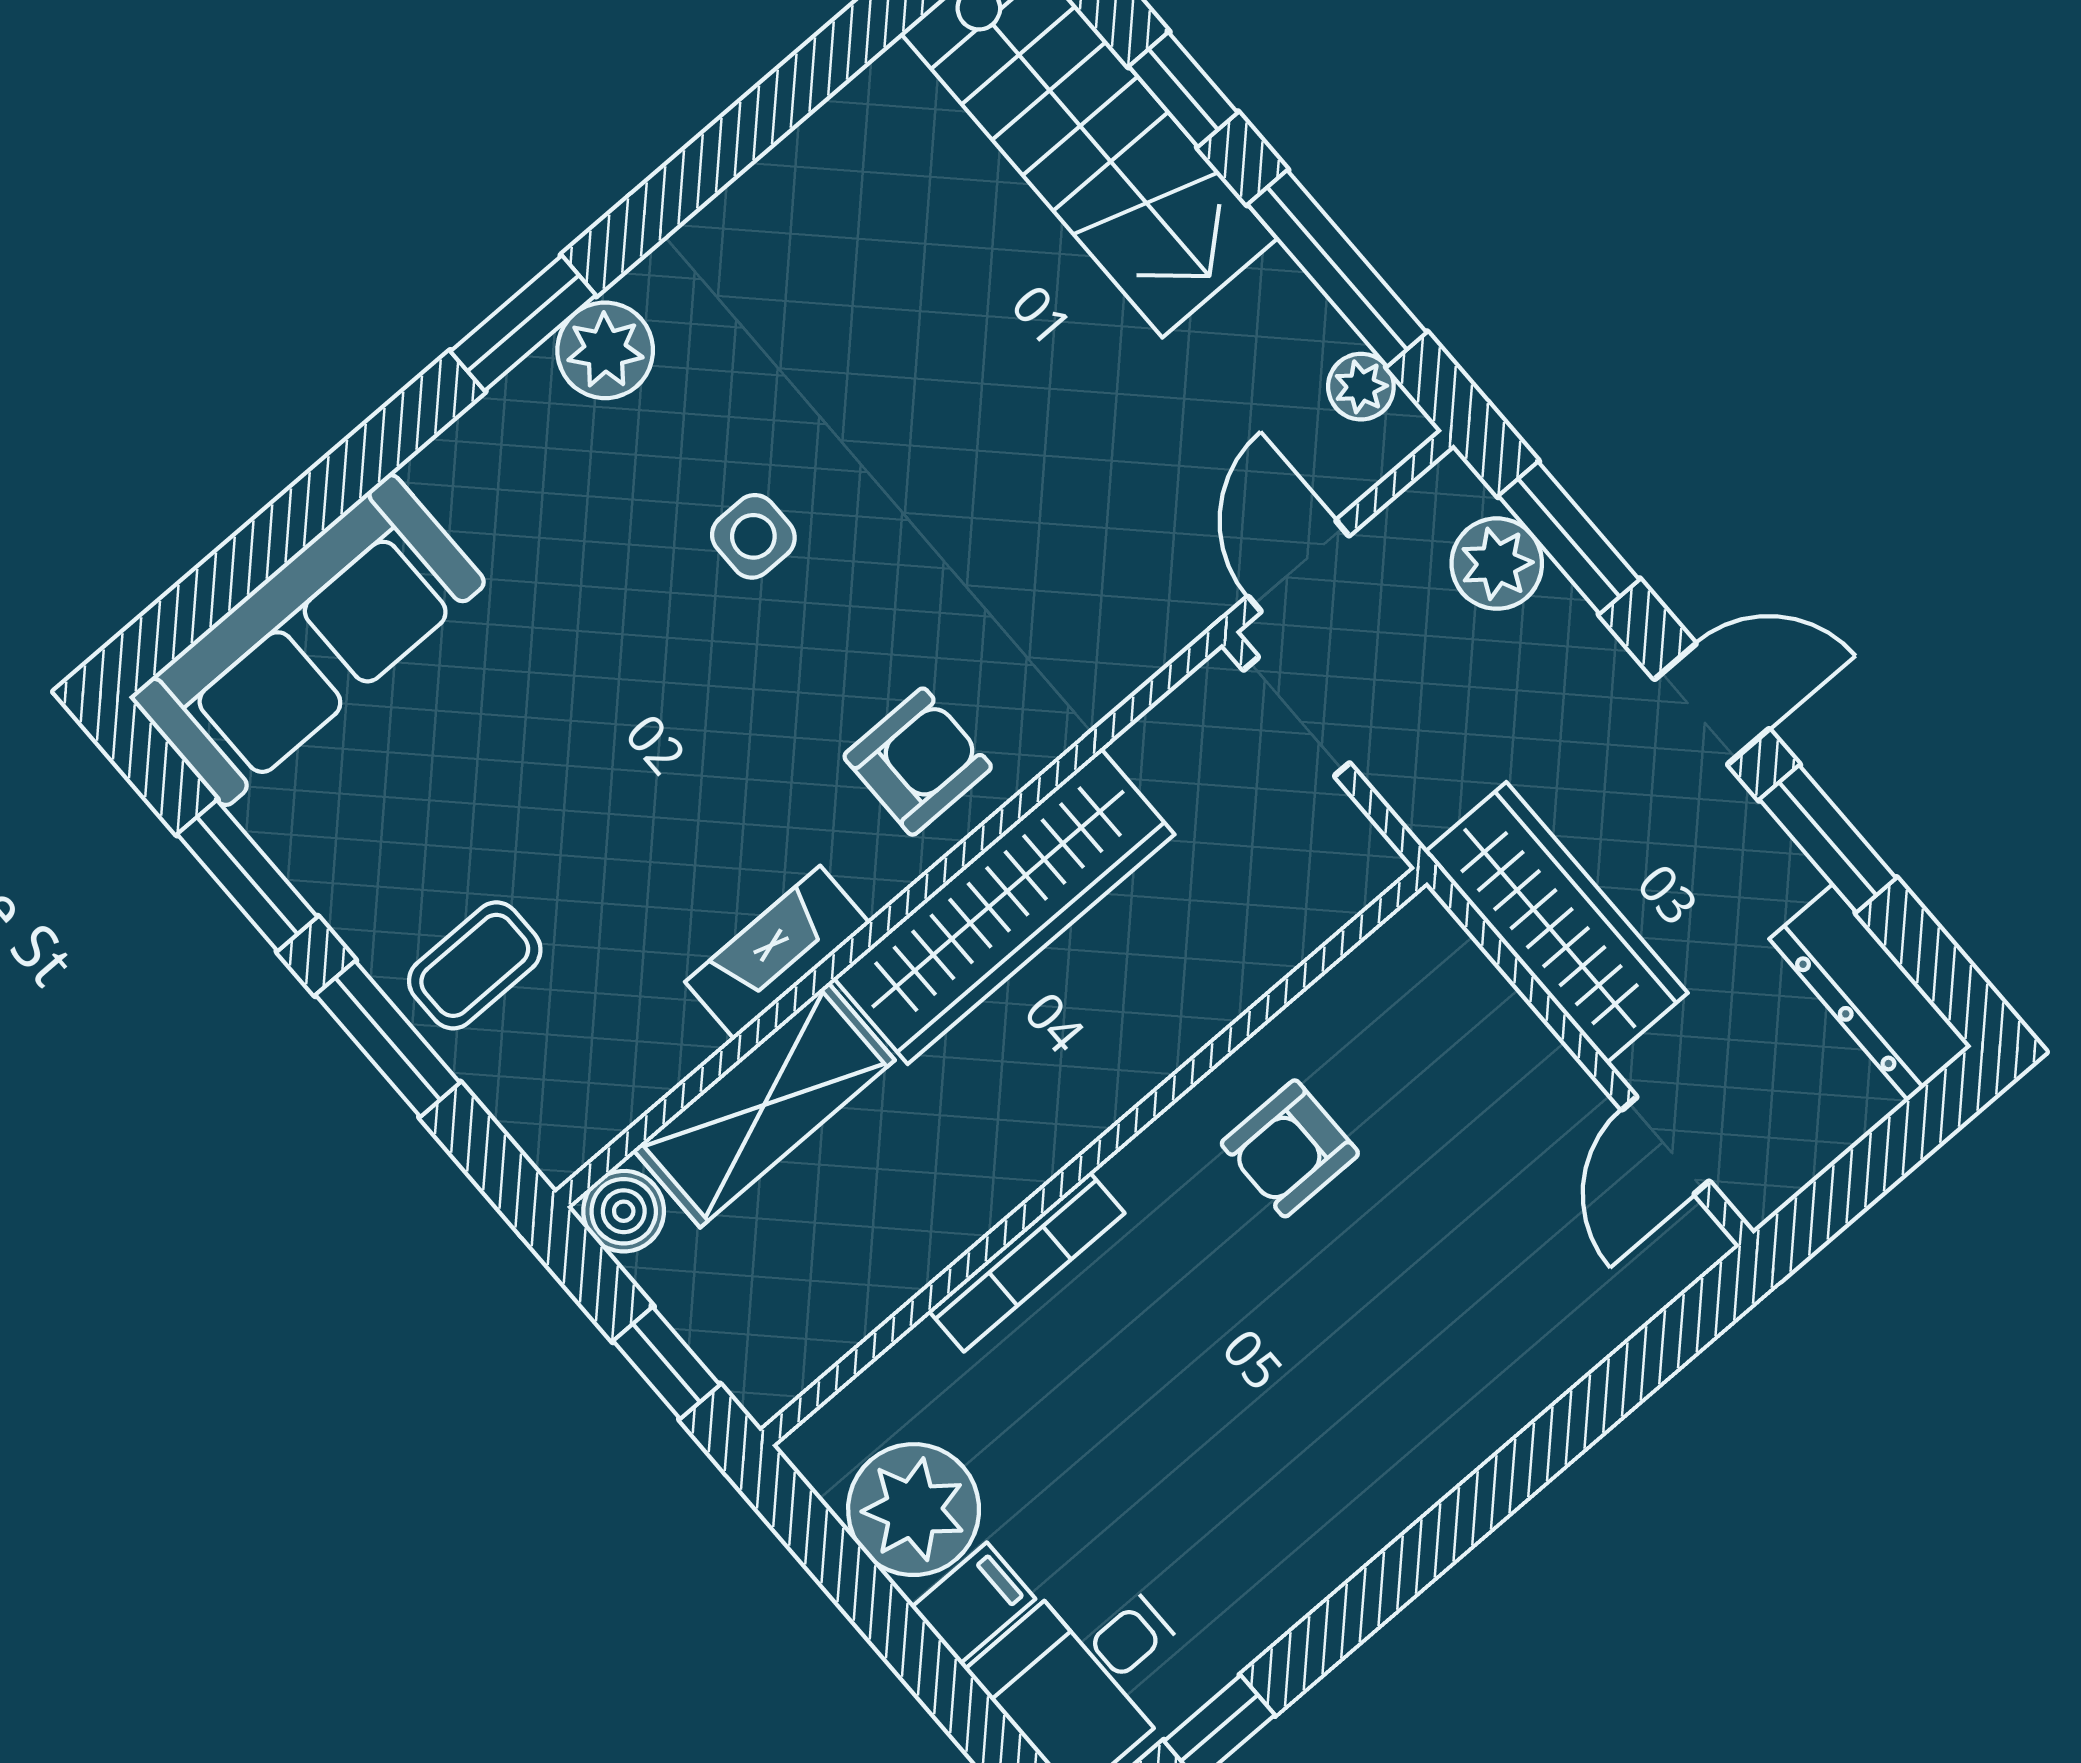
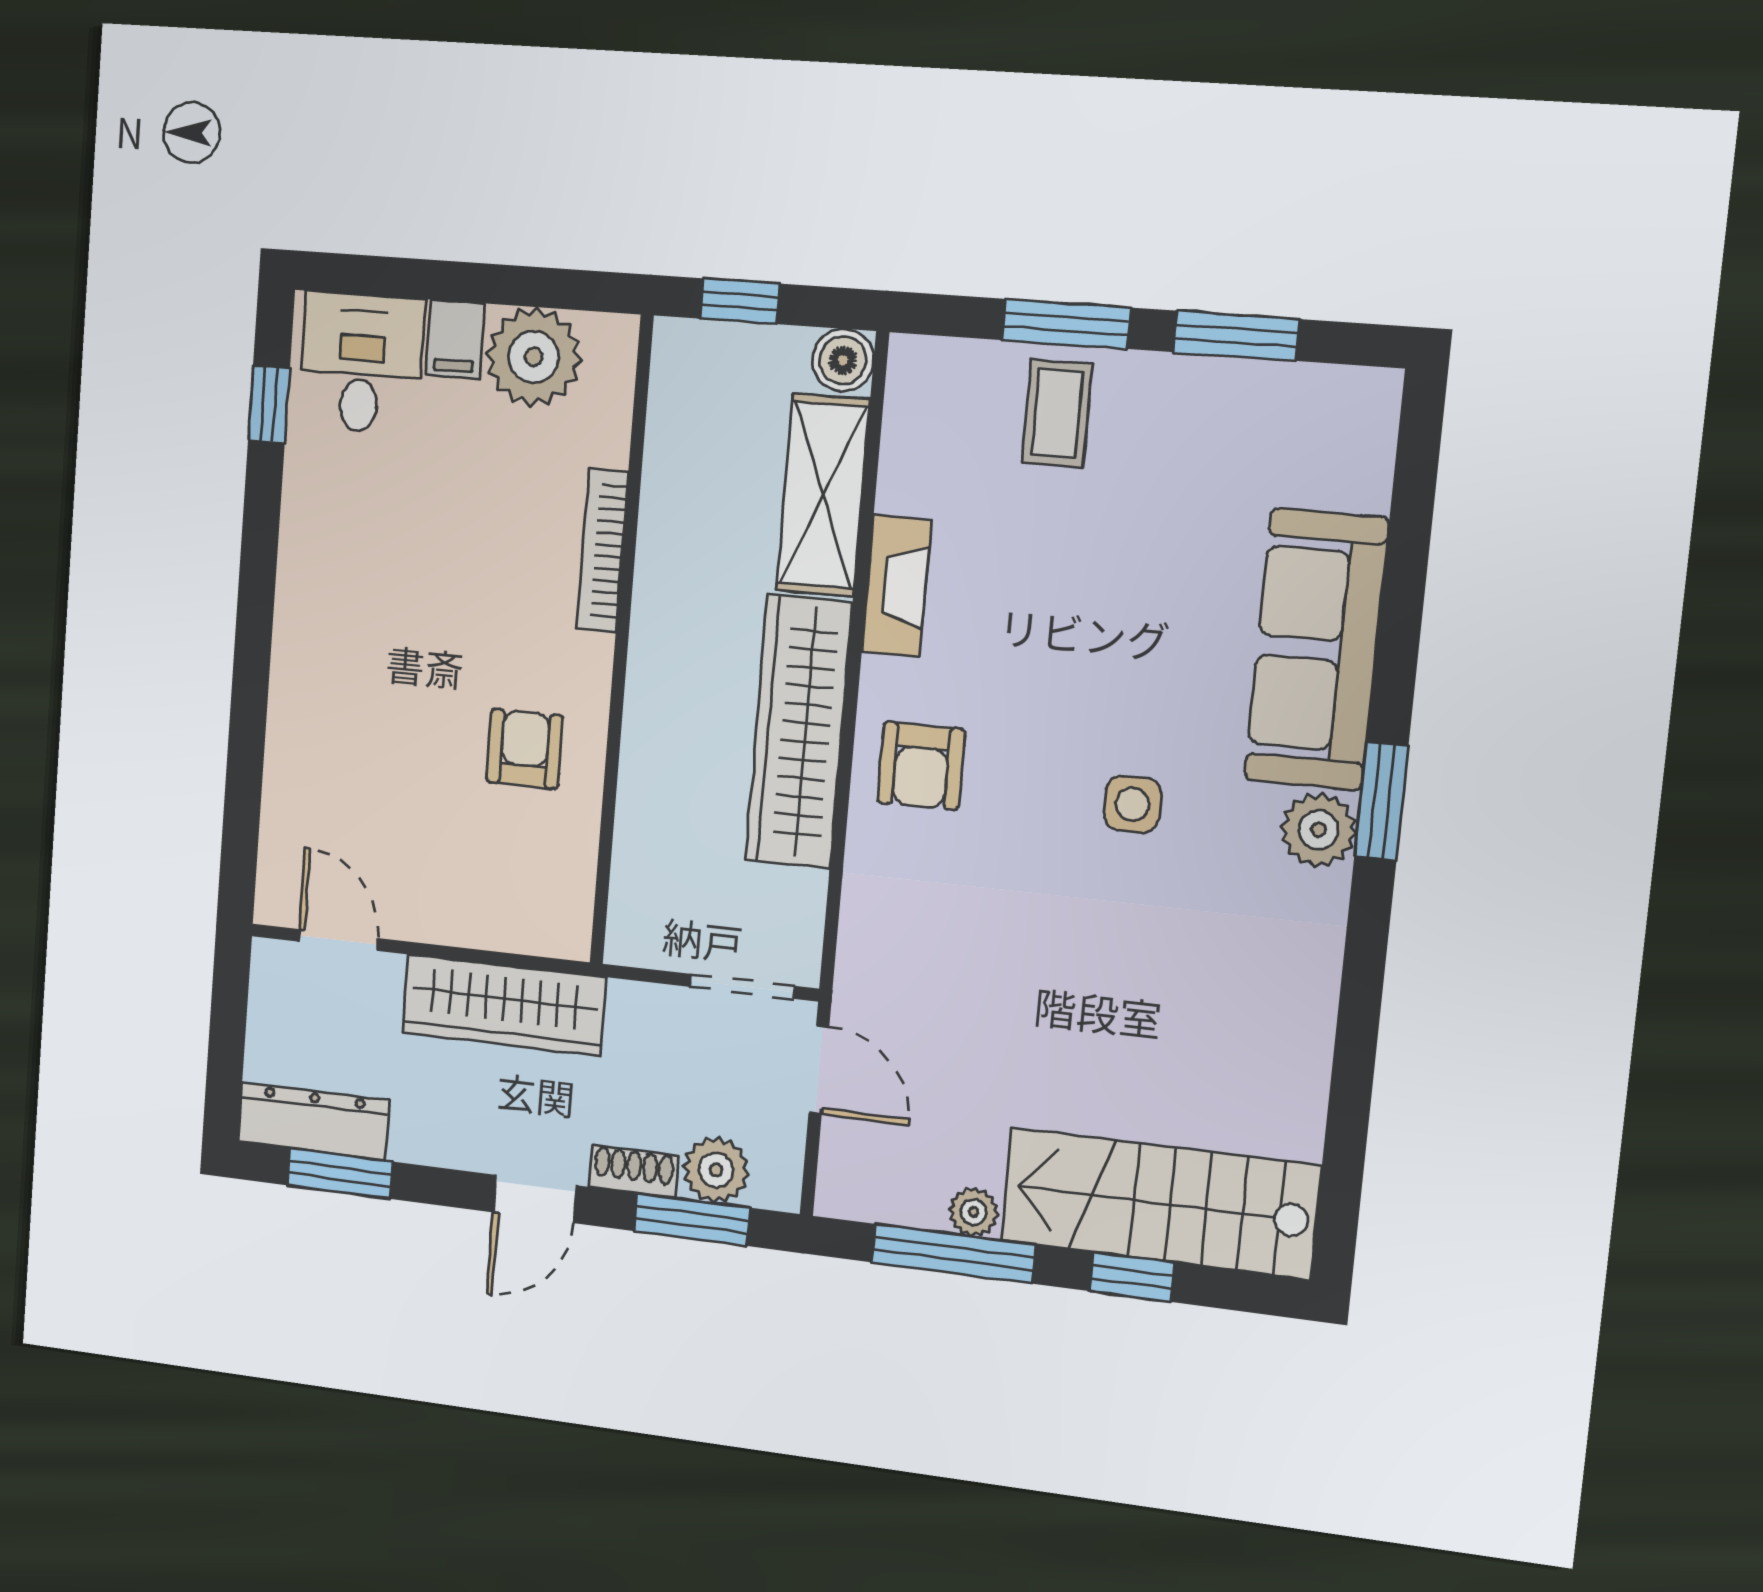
plant: (1361, 387) -> (974, 1212), moved
shoe rack: (1582, 638) -> (634, 1171), added
sofa: (308, 640) -> (1316, 649), moved
window: (1828, 839) -> (340, 1173), moved

